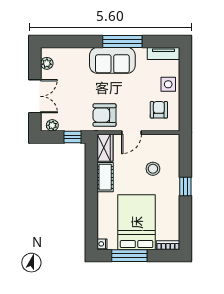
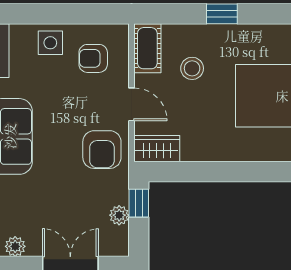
plant: (52, 125) -> (119, 215), moved
cot: (105, 177) -> (147, 48), moved, turned 90

